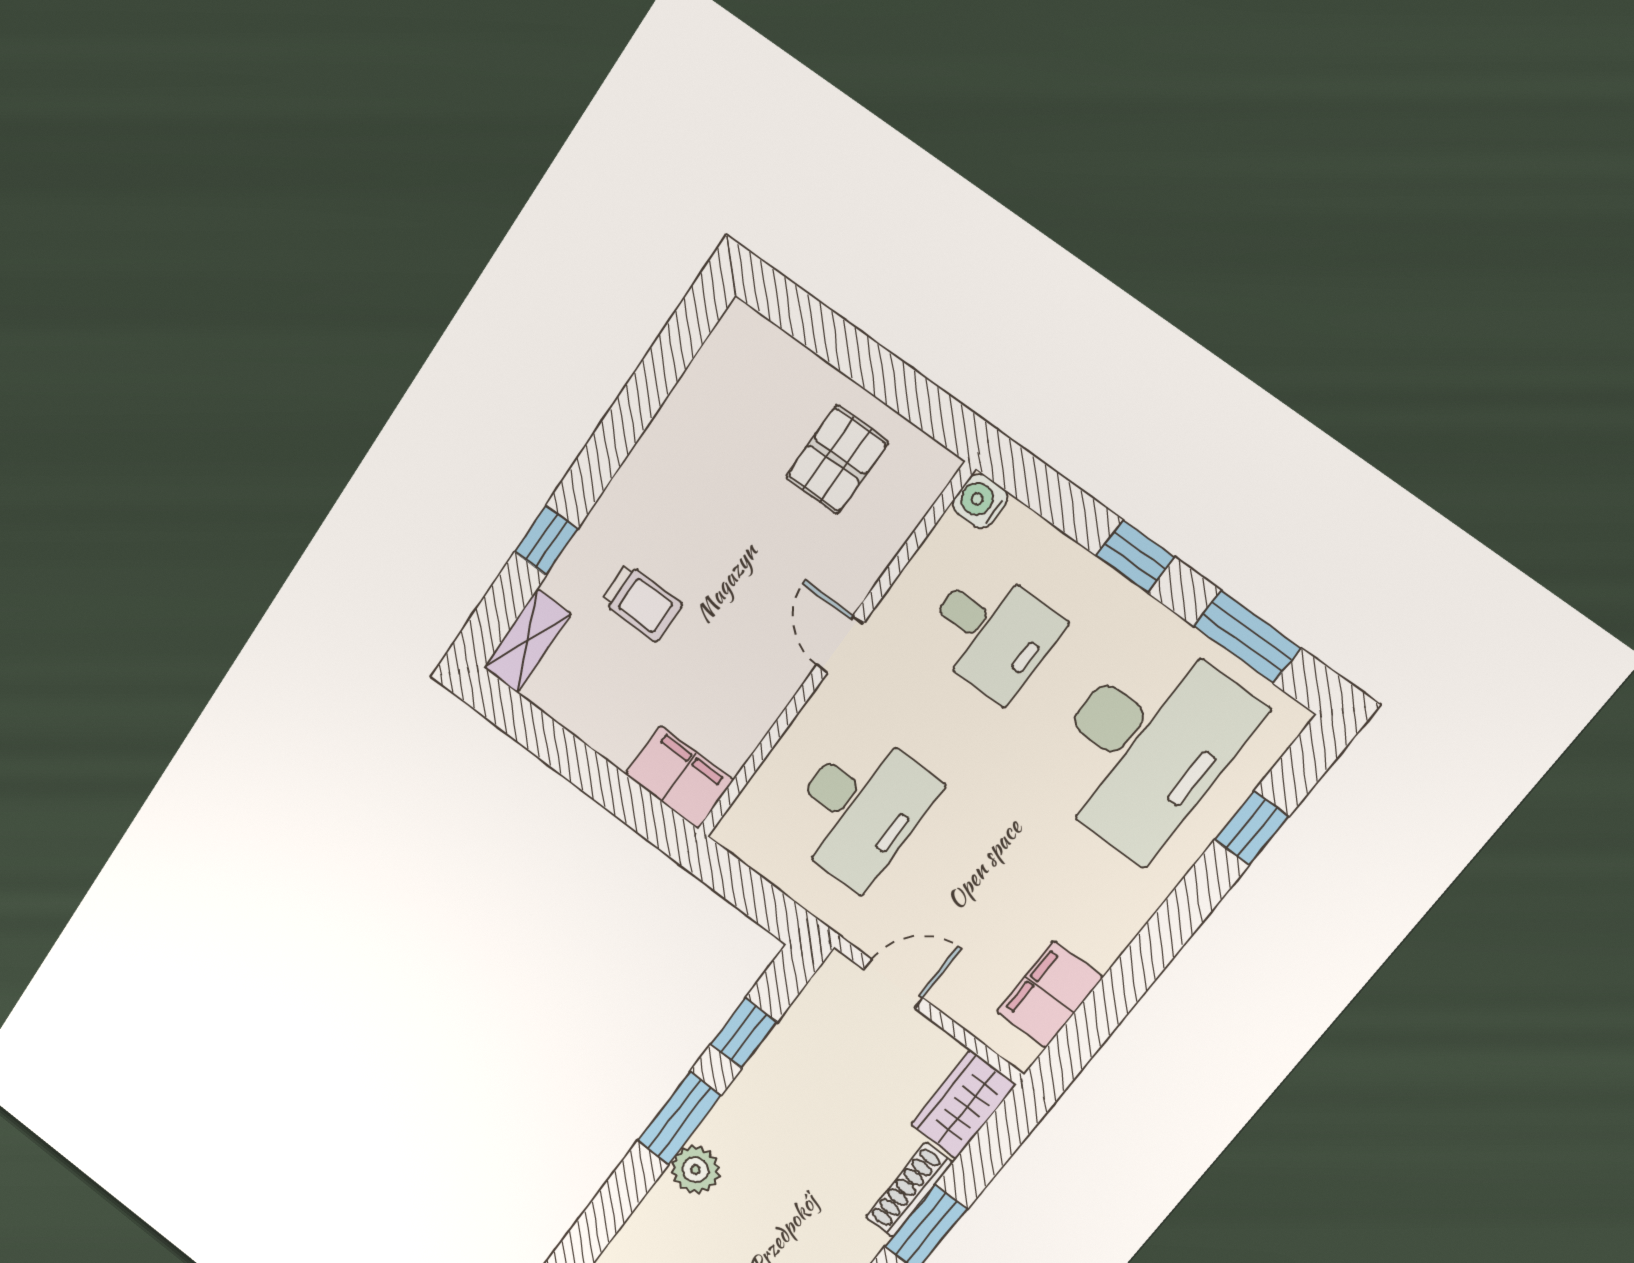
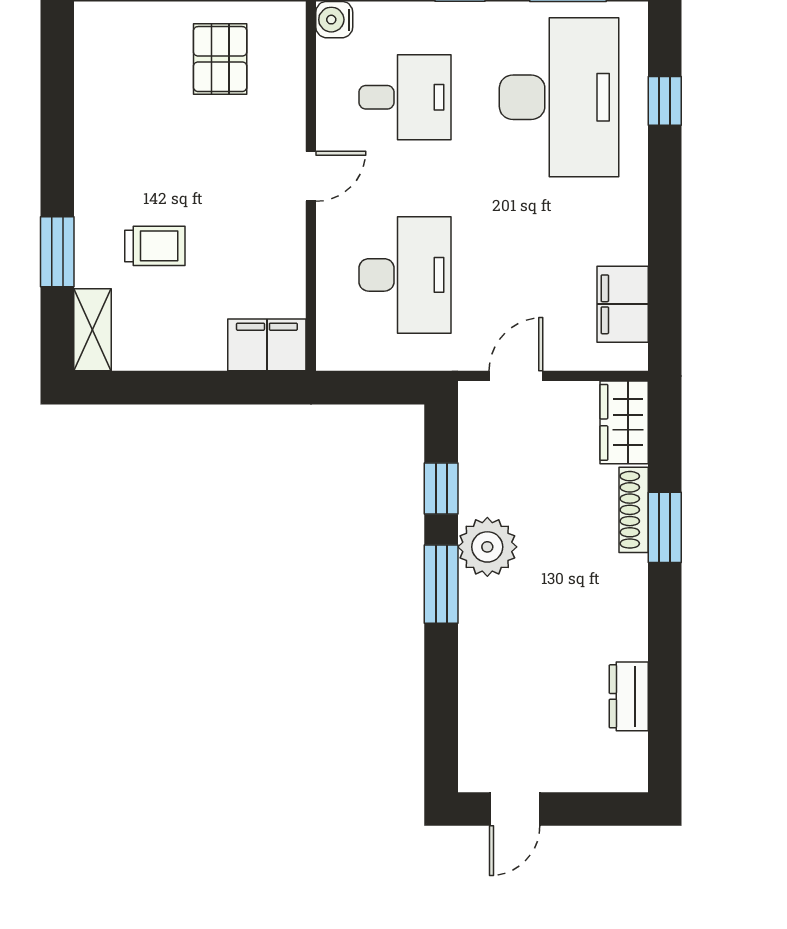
window: (546, 540) -> (57, 252), width x1.50
door: (840, 644) -> (311, 176), swing flipped
plant: (695, 1170) -> (487, 547), moved, width x1.36, depth x1.36

